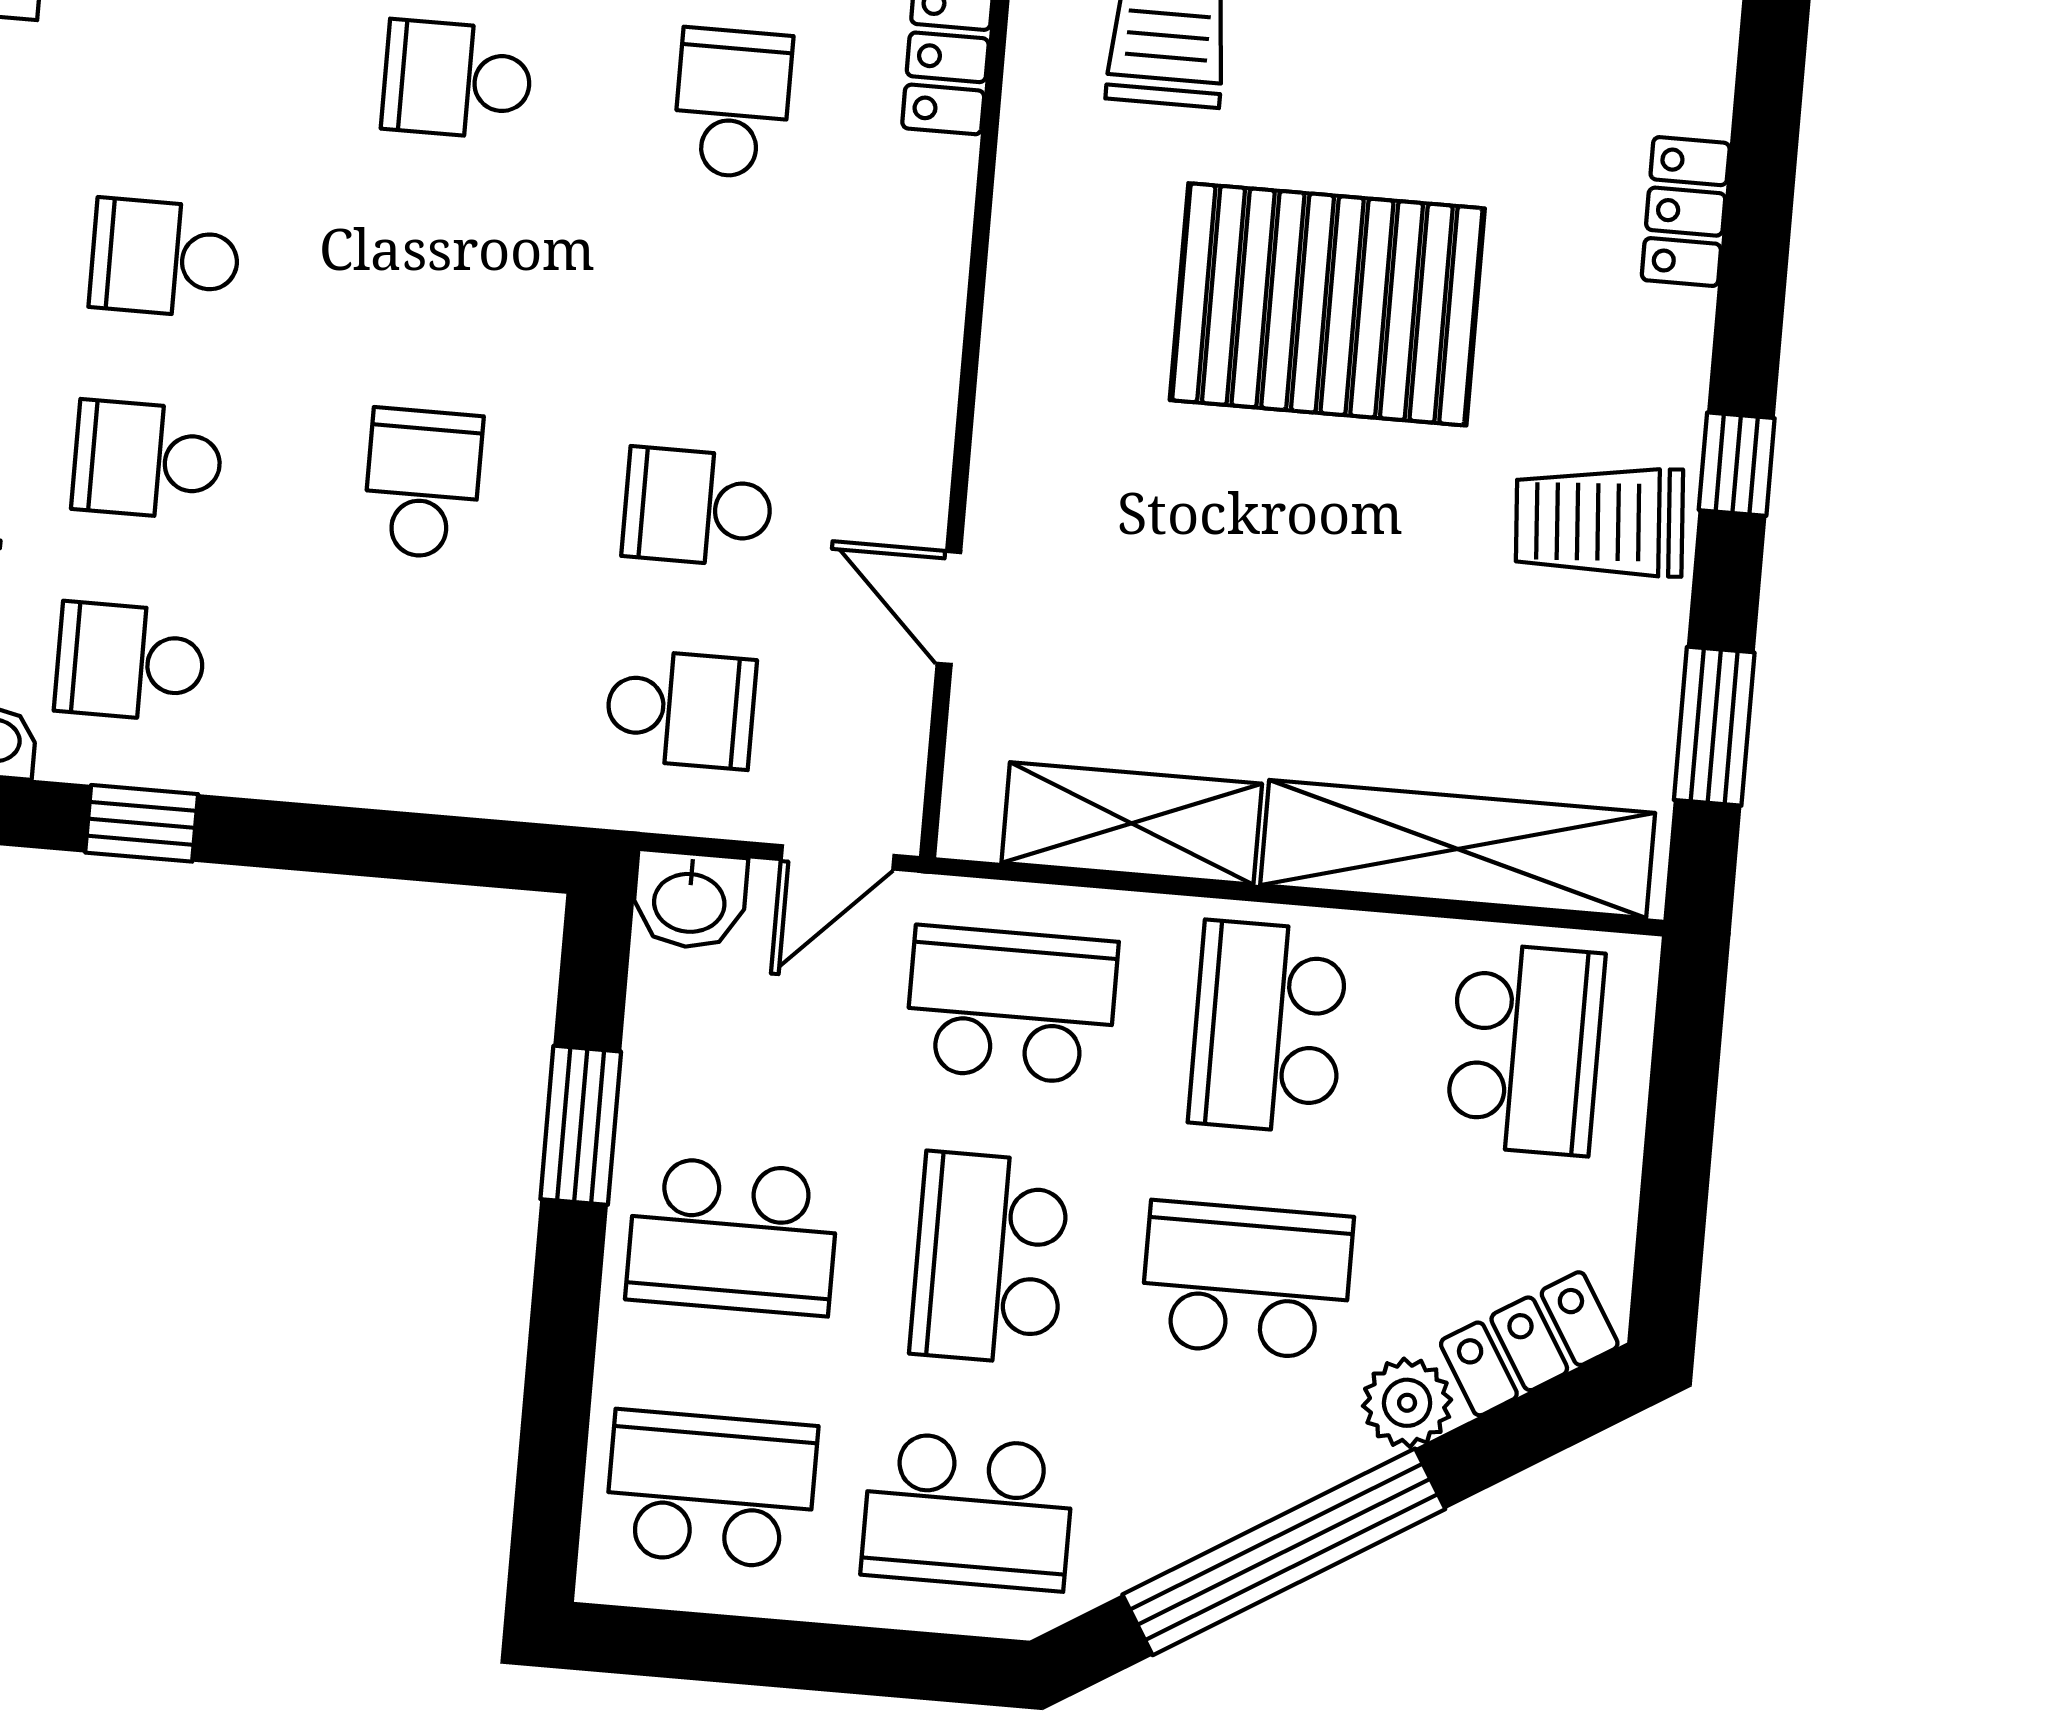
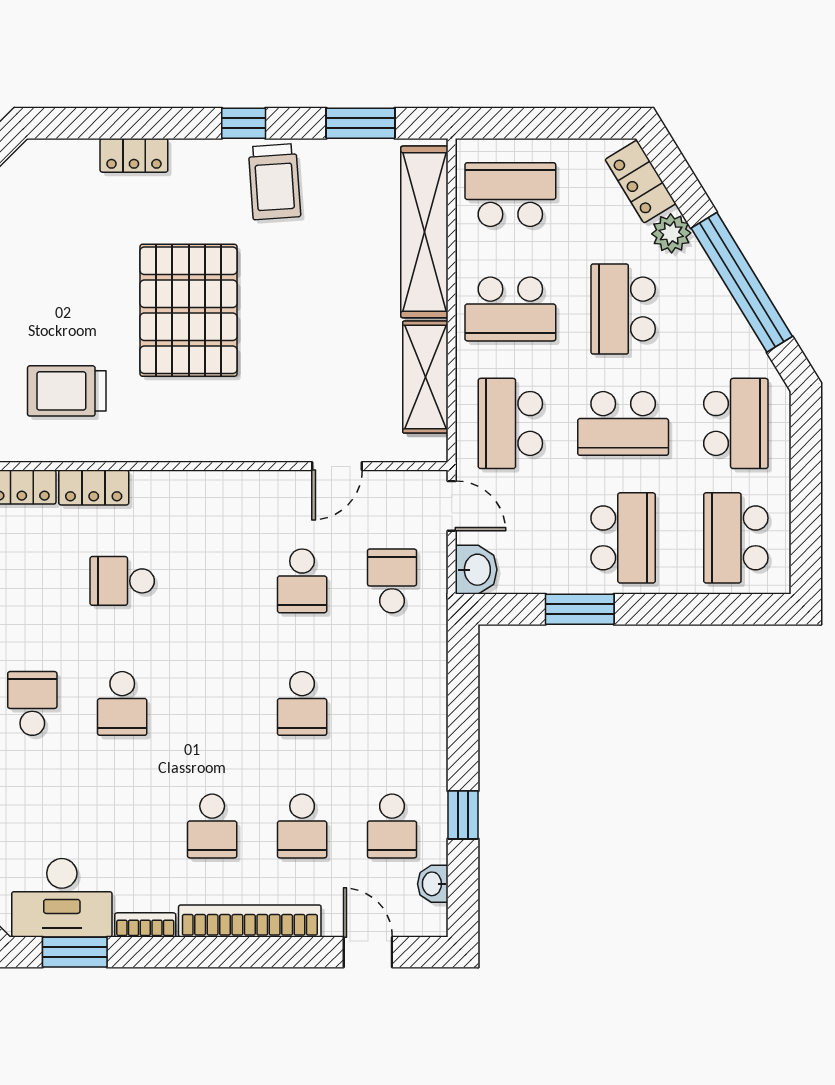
school desk: (423, 484) -> (302, 703), turned -90

